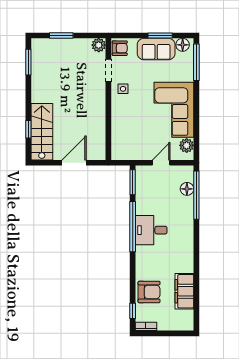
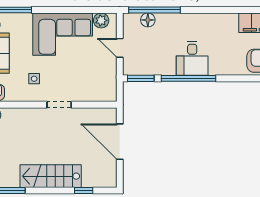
doorway: (108, 70) -> (59, 105), moved
side table: (123, 89) -> (34, 79), moved
stairs: (42, 132) -> (51, 176), moved
door: (74, 163) -> (120, 142), width x1.36

